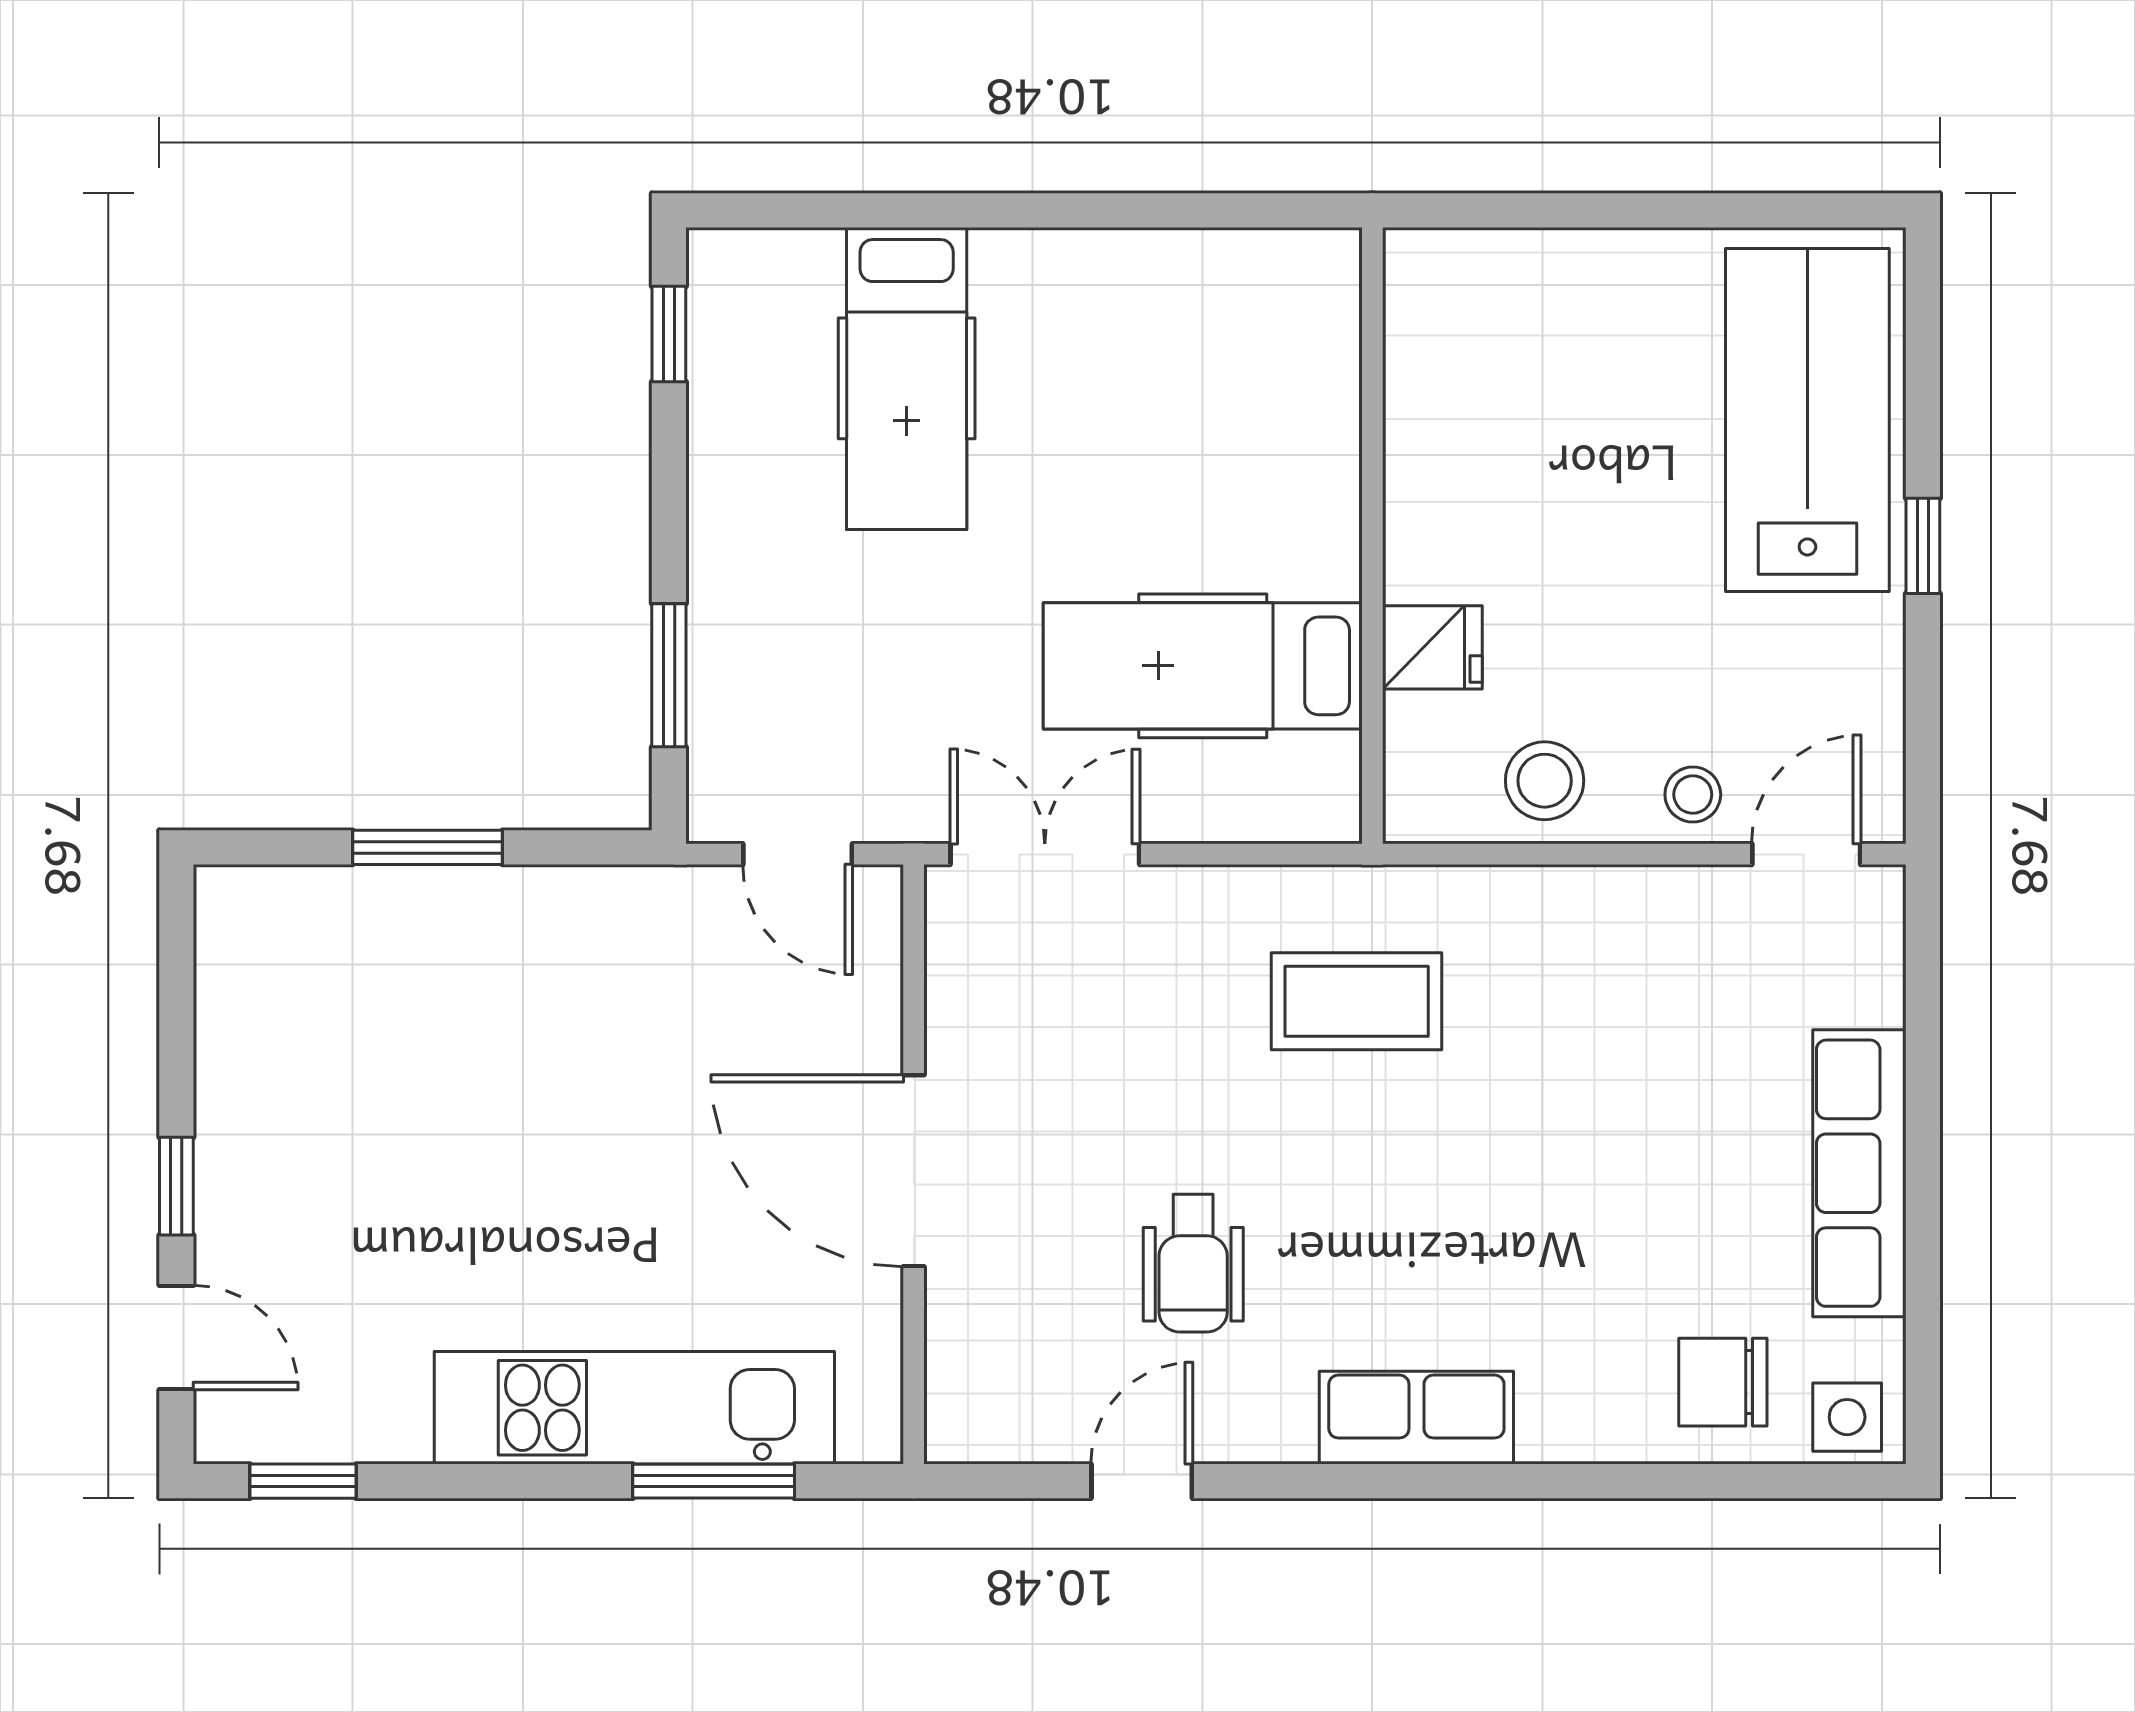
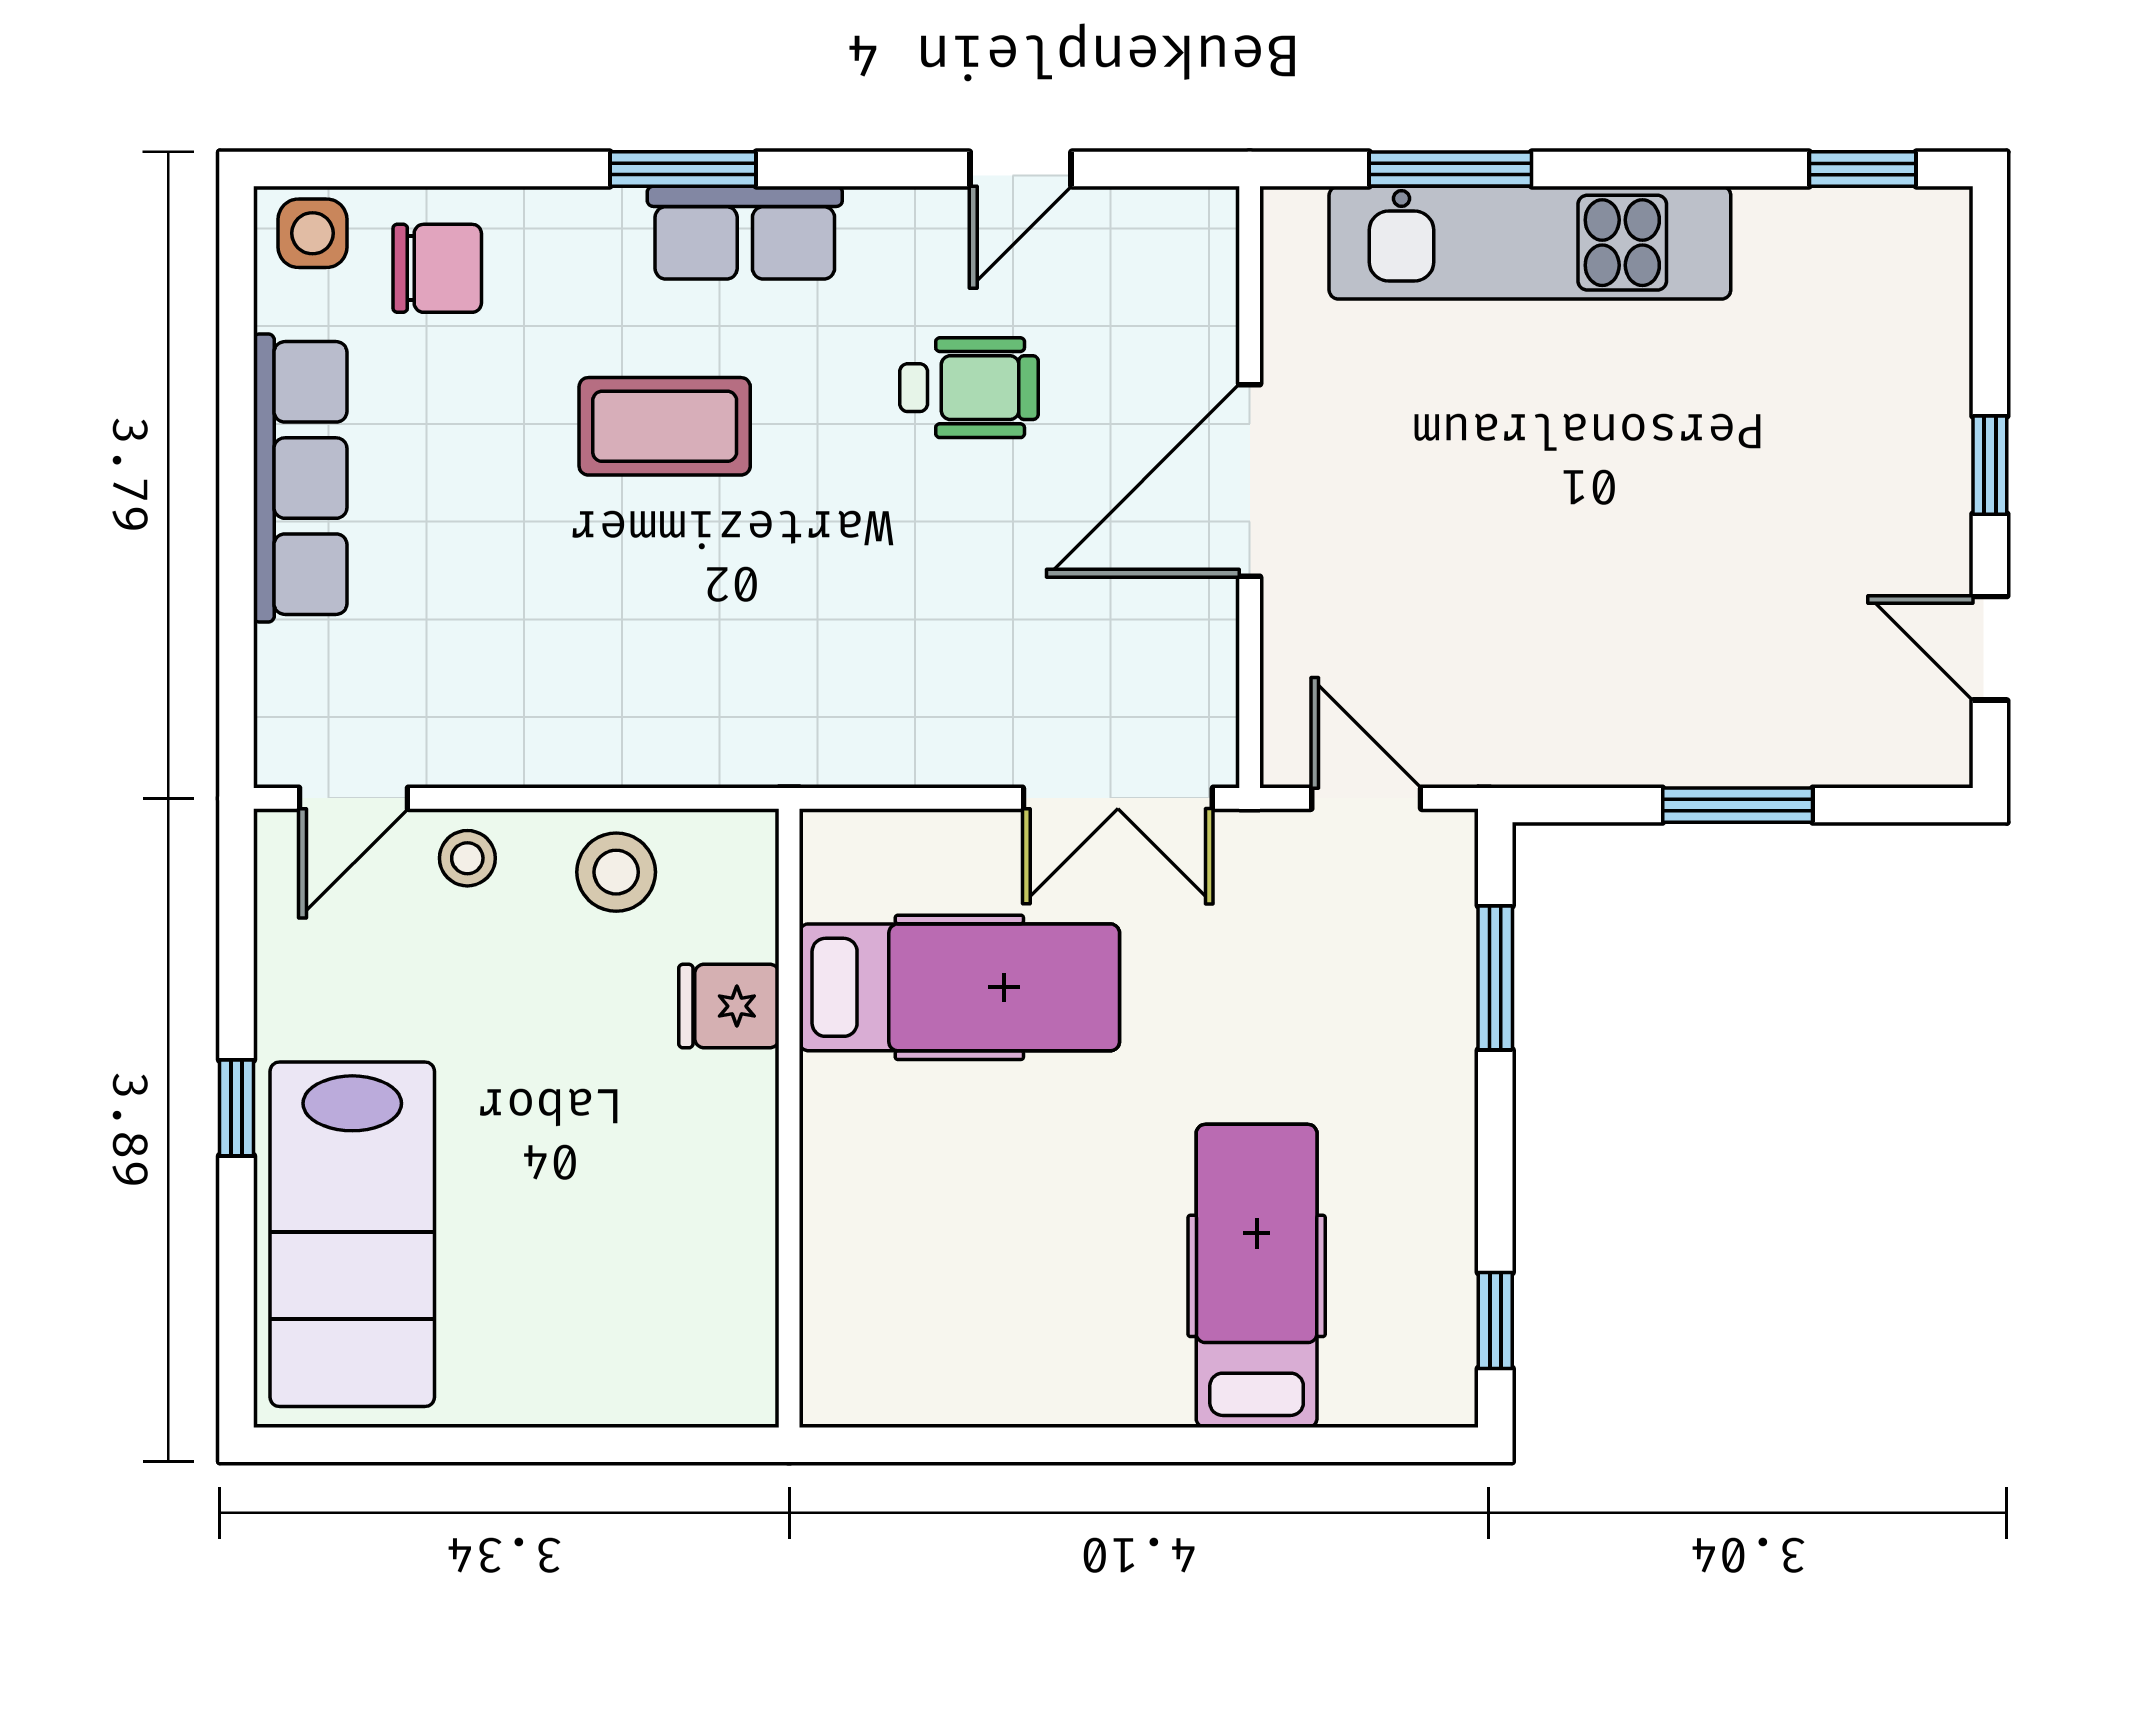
coffee table: (1357, 1001) -> (665, 426), moved
door: (914, 1171) -> (1250, 481), swing flipped
wheelchair: (1193, 1263) -> (969, 388), turned 90
door: (176, 1338) -> (1990, 648), moved
window: (1478, 1481) -> (683, 169), added

